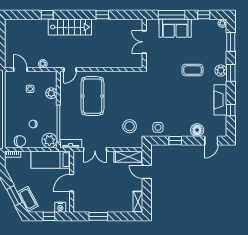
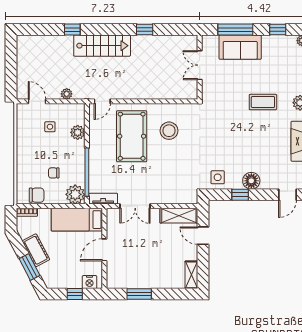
stool: (130, 126) -> (169, 131), moved
floor lamp: (197, 130) -> (251, 181), moved
cot: (28, 199) -> (36, 250), moved

